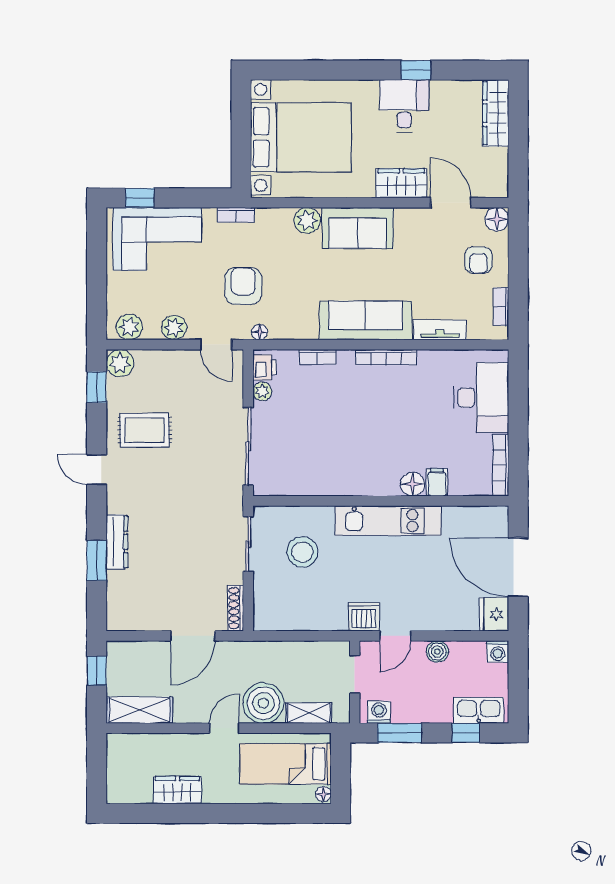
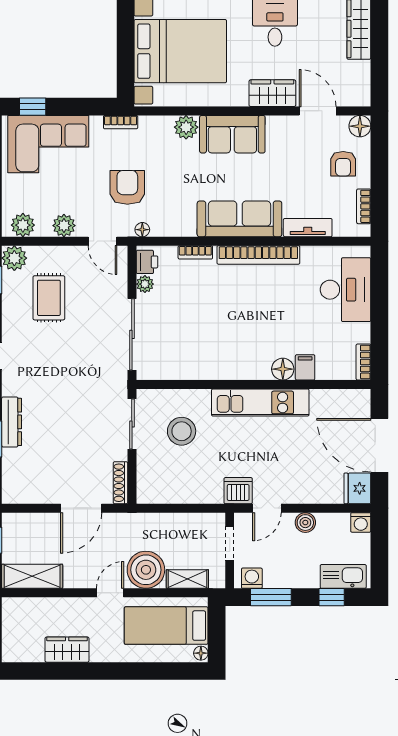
bookcase: (386, 357) -> (258, 255), width x1.48, depth x1.31
rug: (145, 430) -> (49, 298), moved, turned 90
bookcase: (501, 465) -> (363, 362), width x0.64

